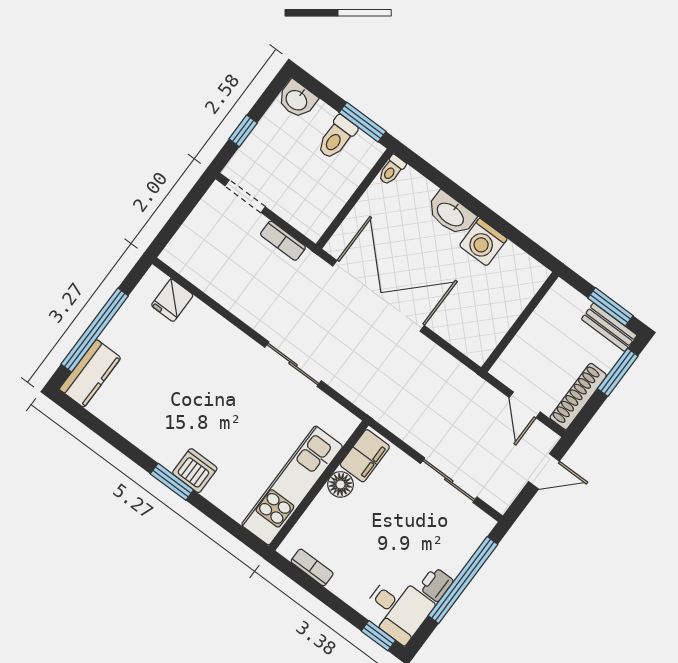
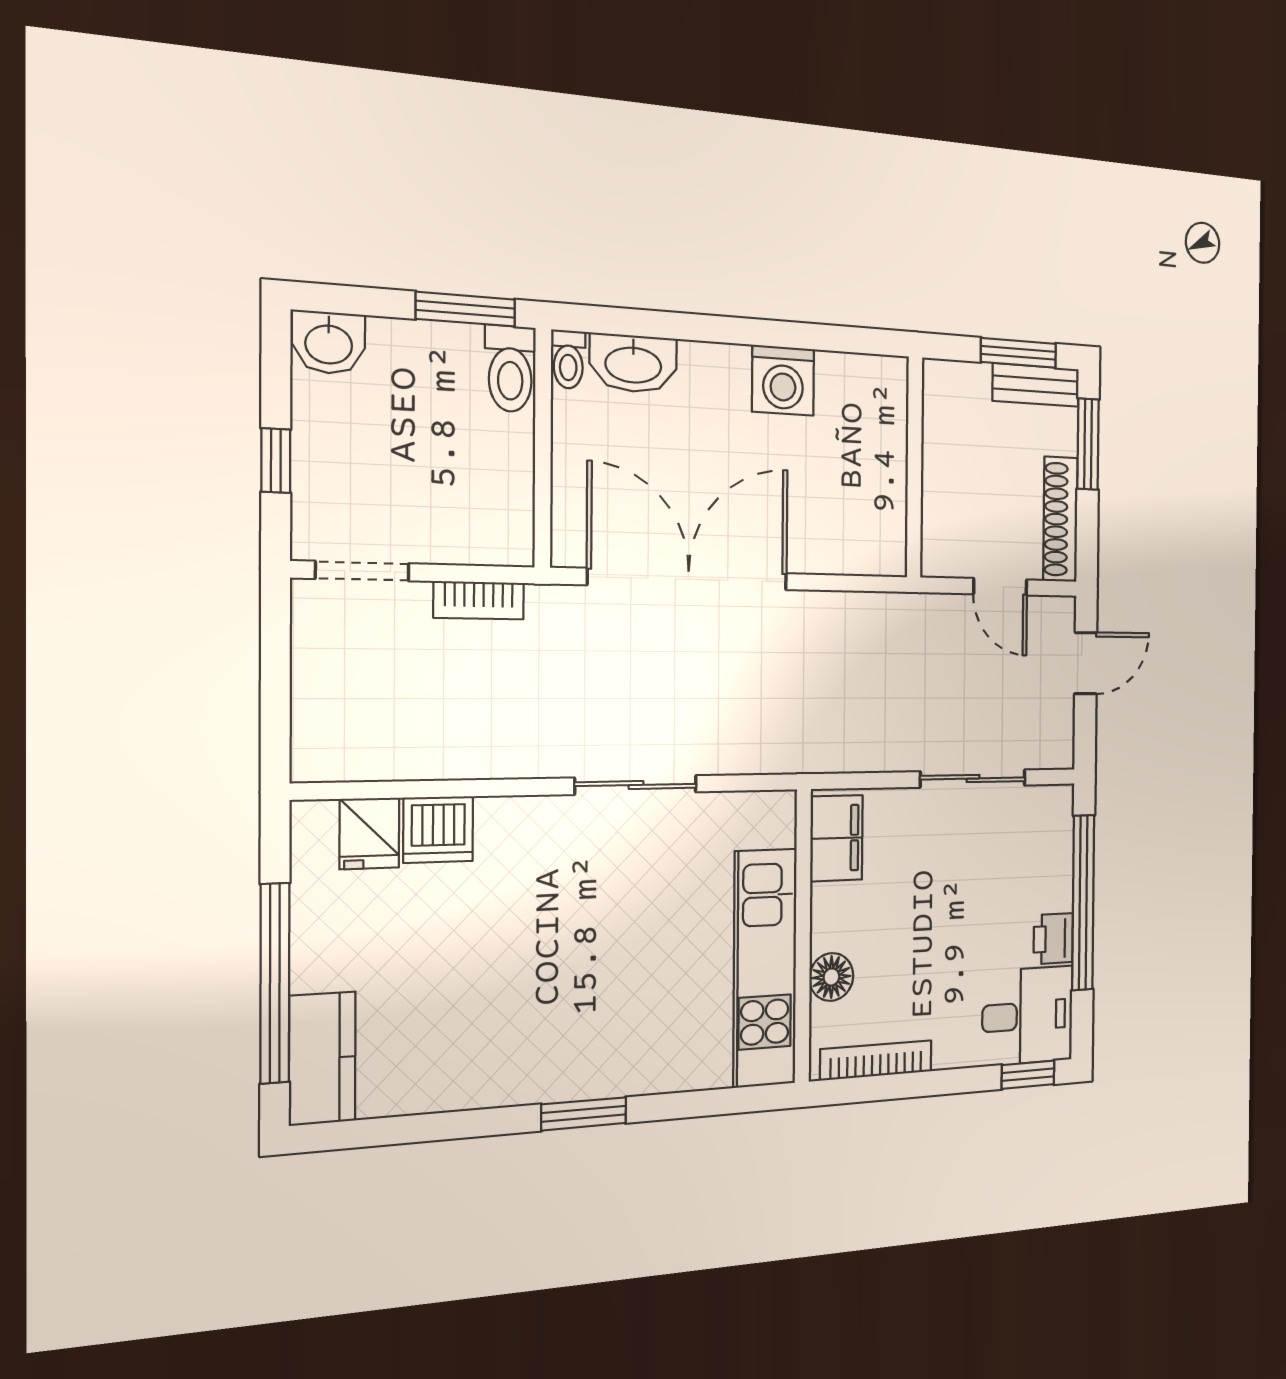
toilet: (337, 137) -> (510, 369), moved
washbasin: (451, 214) -> (633, 363), moved
dishwasher: (195, 471) -> (438, 829), moved, turned 180
floor lamp: (341, 484) -> (831, 977), moved
bookcase: (312, 567) -> (876, 1060), width x1.56

